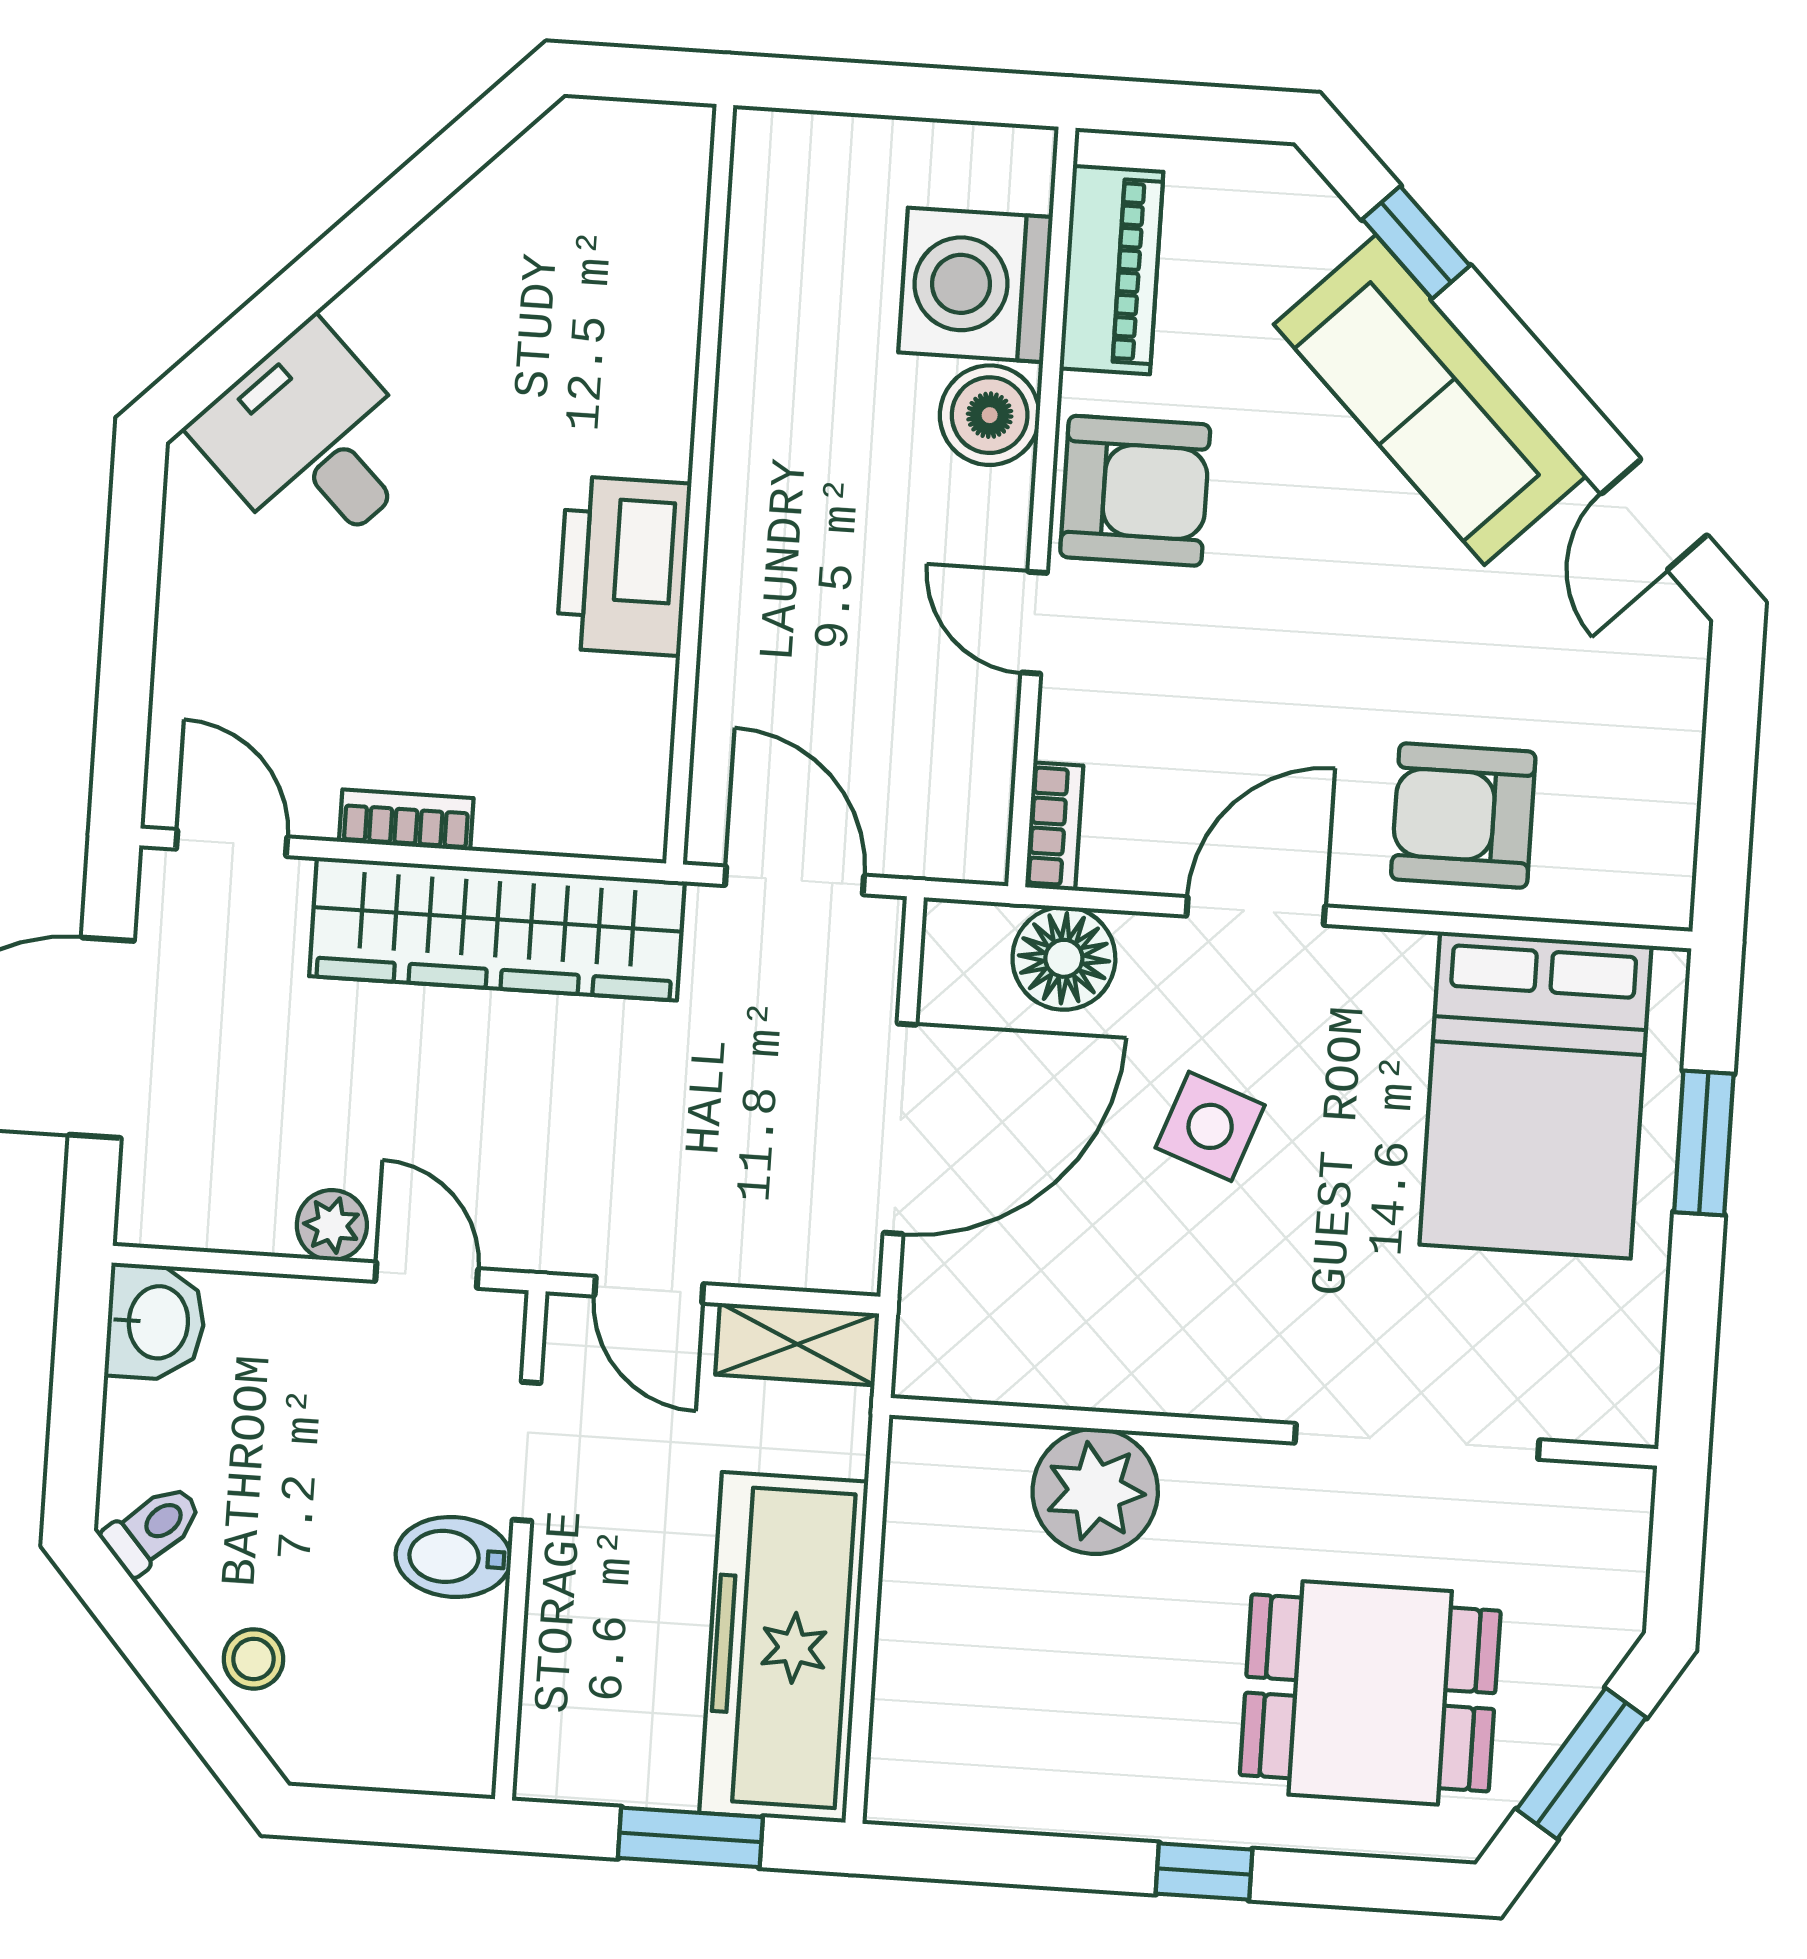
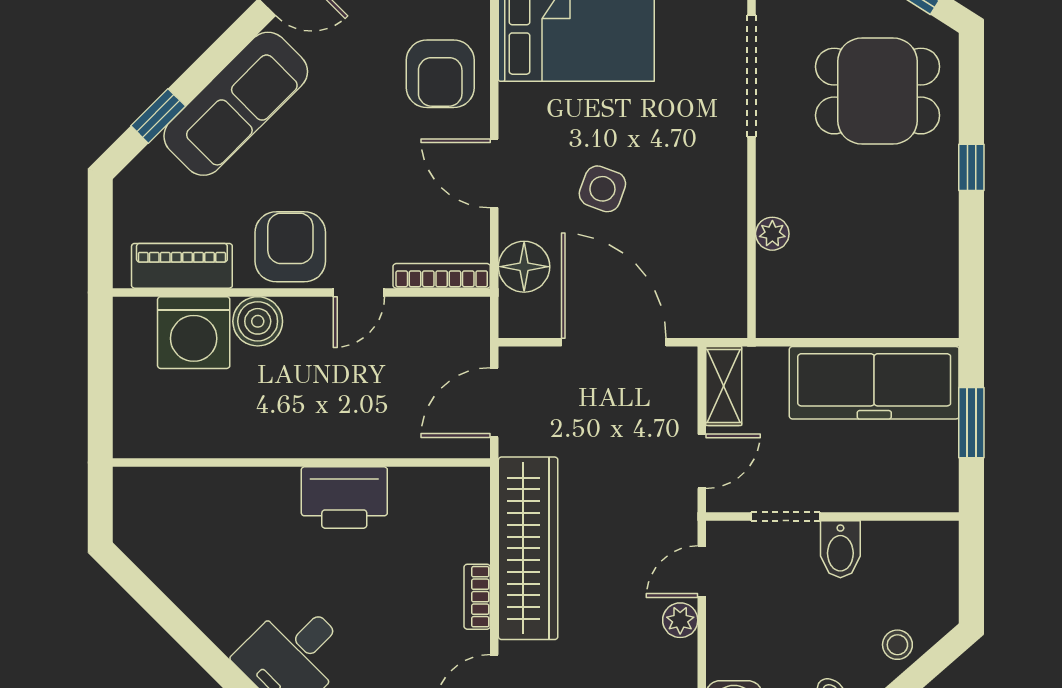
bookcase: (1054, 826) -> (442, 276), width x1.56
plant: (1095, 1491) -> (772, 234), width x0.53, depth x0.53
dining table: (1370, 1693) -> (878, 91), turned 90

